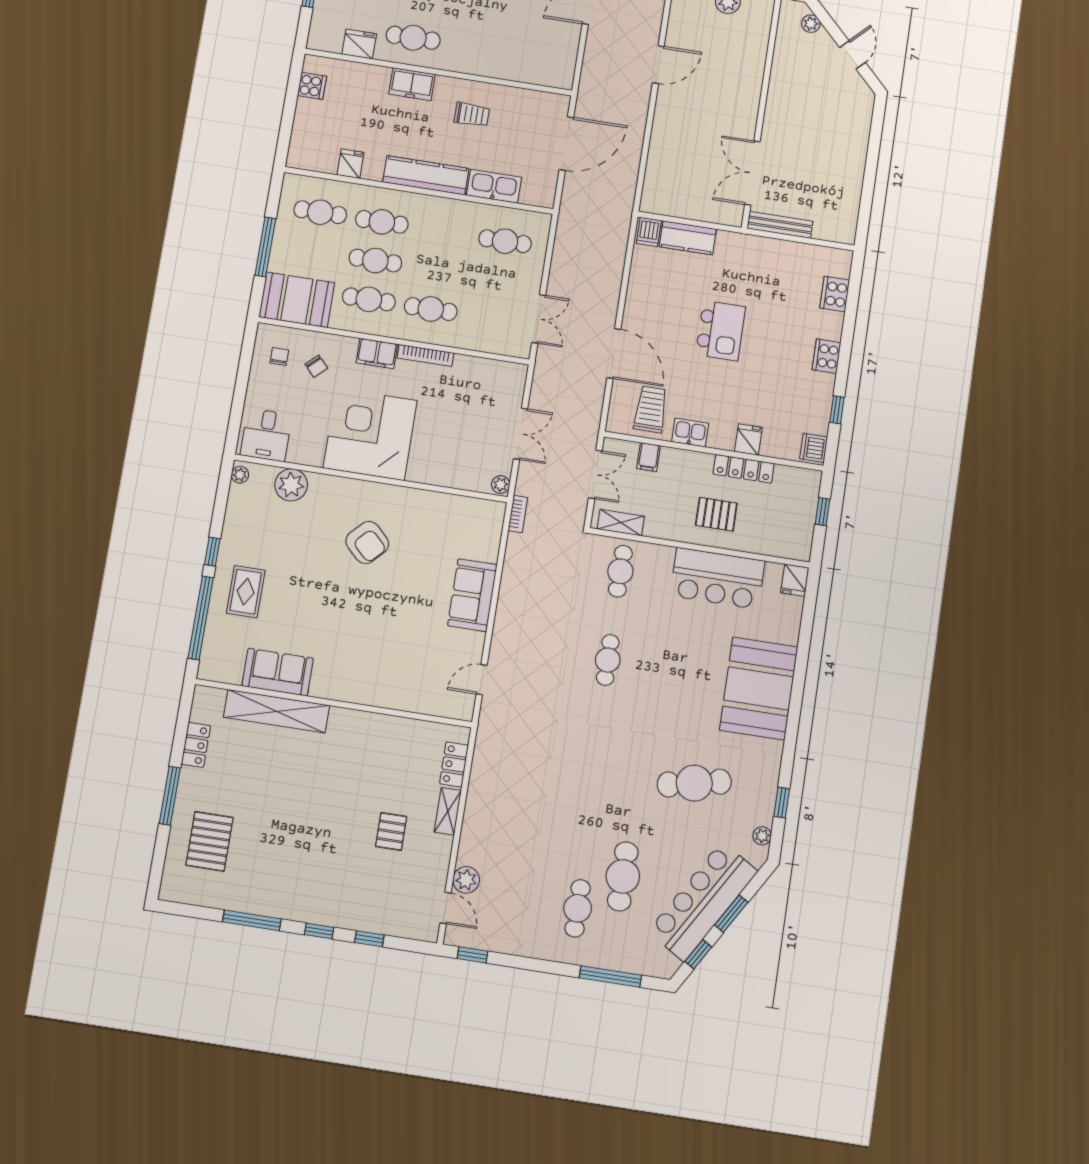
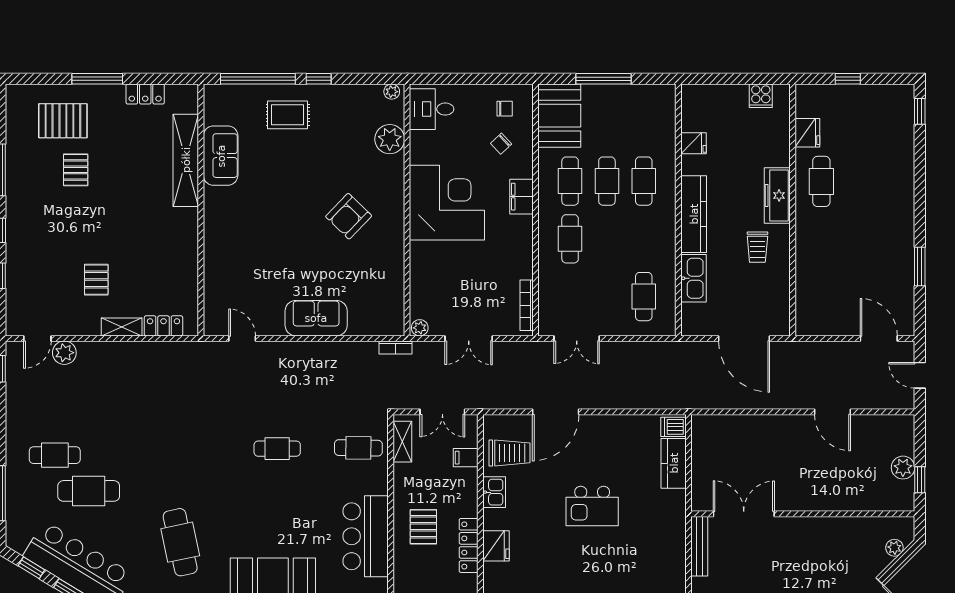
freezer: (412, 84) -> (777, 195), width x1.40
cafe table: (320, 212) -> (644, 123), removed
bookcase: (426, 356) -> (527, 305), moved
fridge: (748, 440) -> (496, 546), width x1.38
pallet: (391, 831) -> (96, 280), turned 90
pallet: (266, 836) -> (76, 170), added

